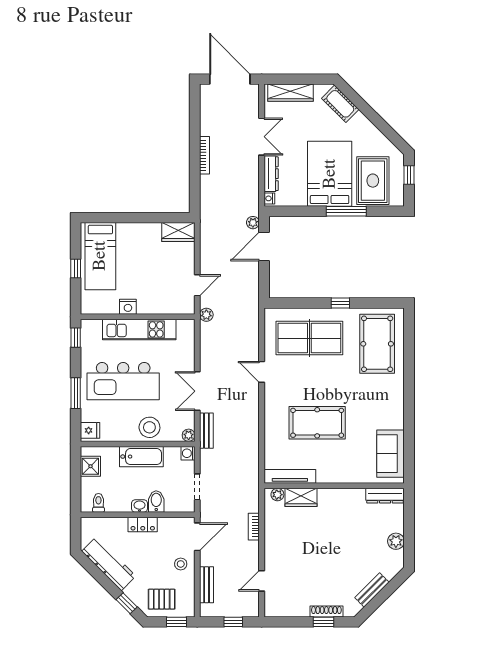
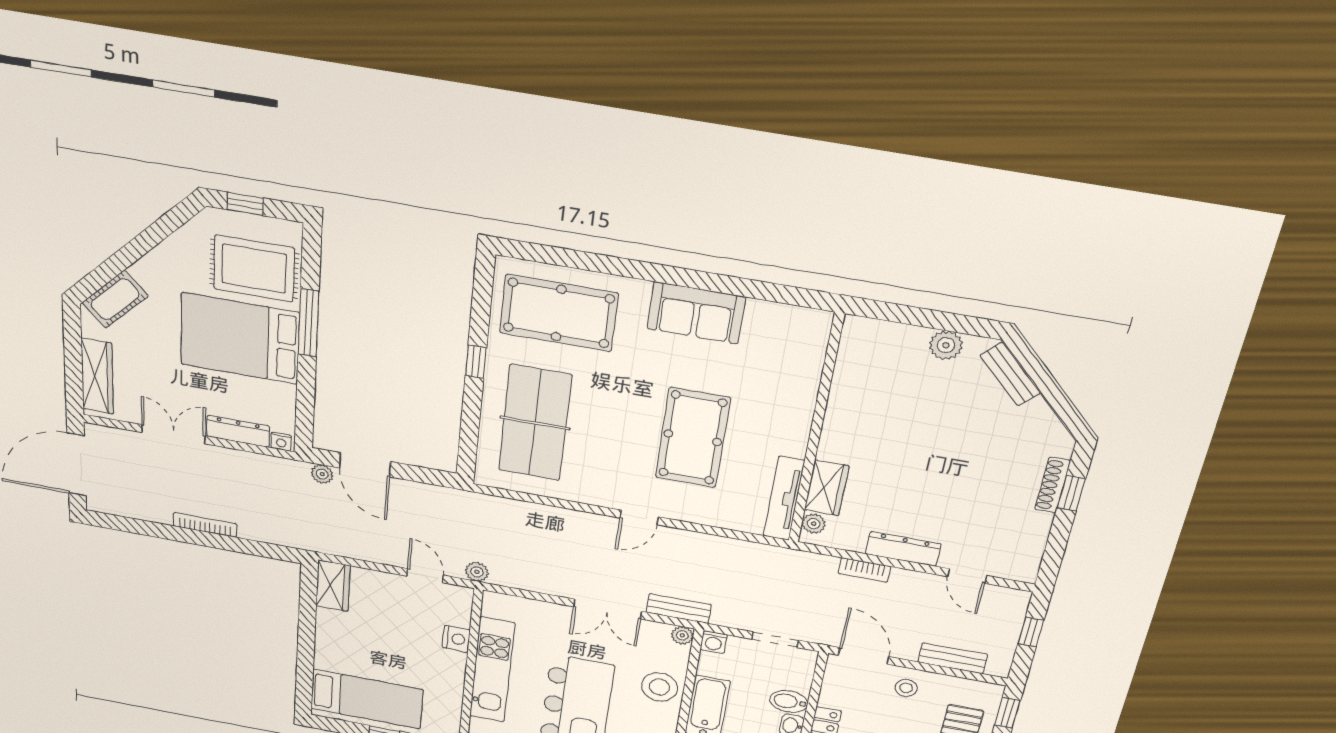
nightstand: (128, 307) -> (456, 639), moved
door: (262, 372) -> (639, 517), moved
sofa: (390, 454) -> (696, 313), moved
dresser: (385, 496) -> (903, 549), moved, turned -90
bench: (372, 590) -> (1010, 374), moved

